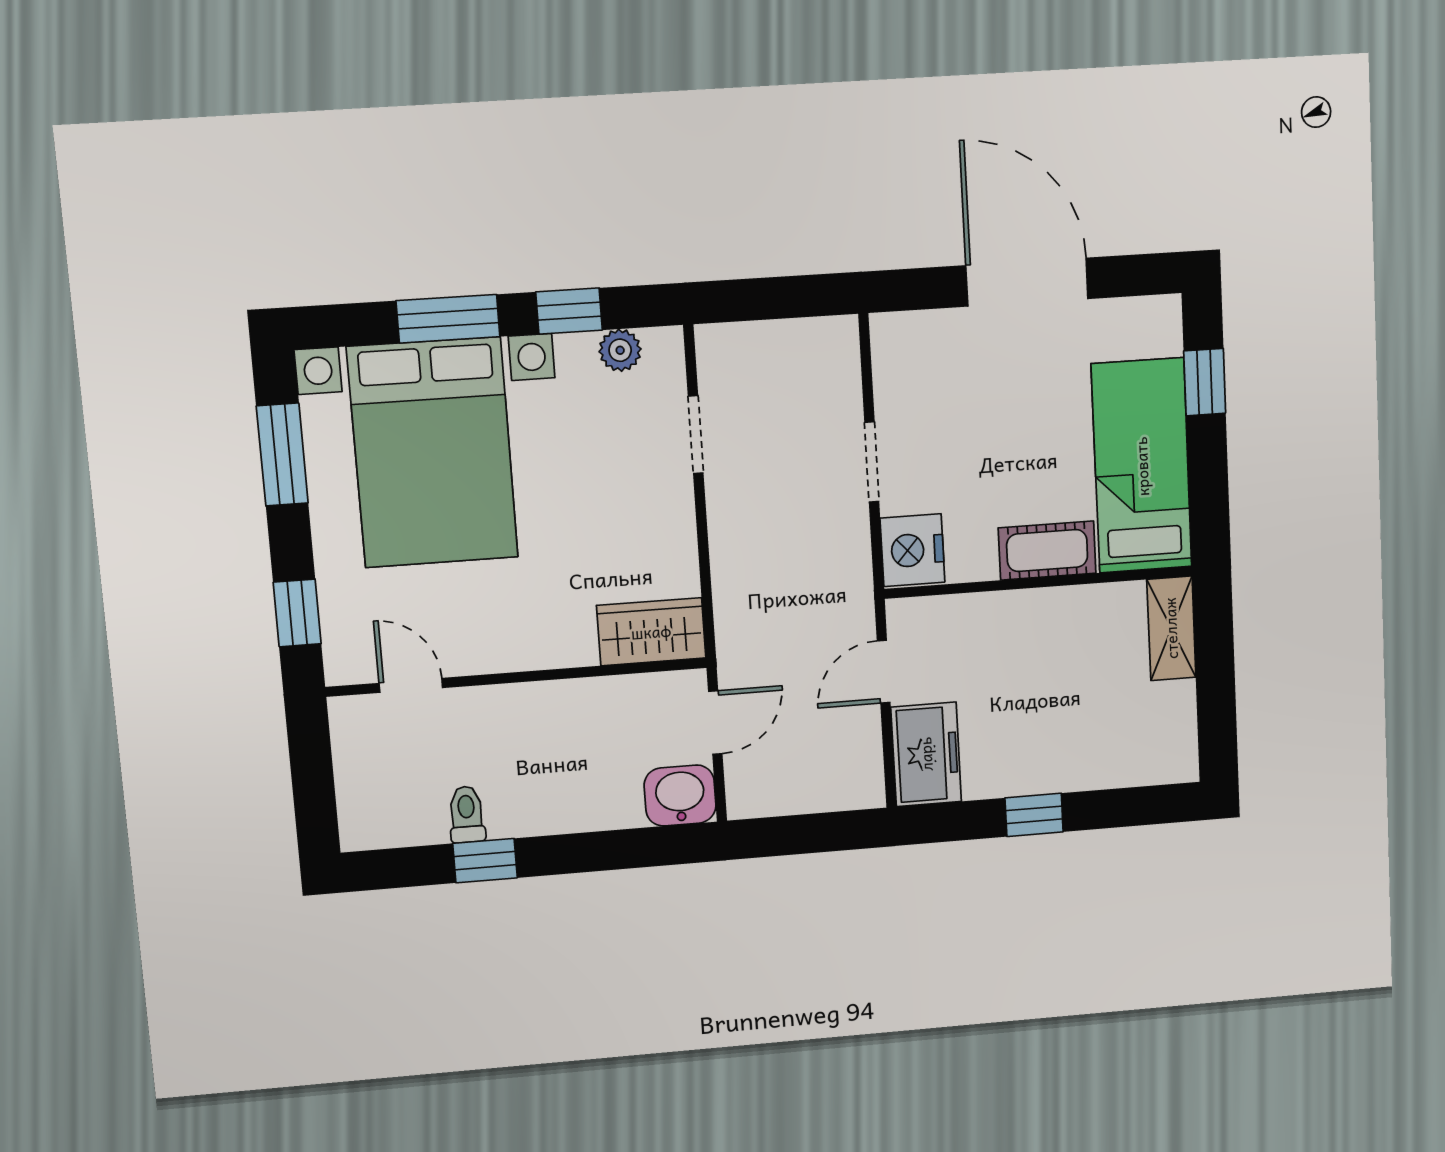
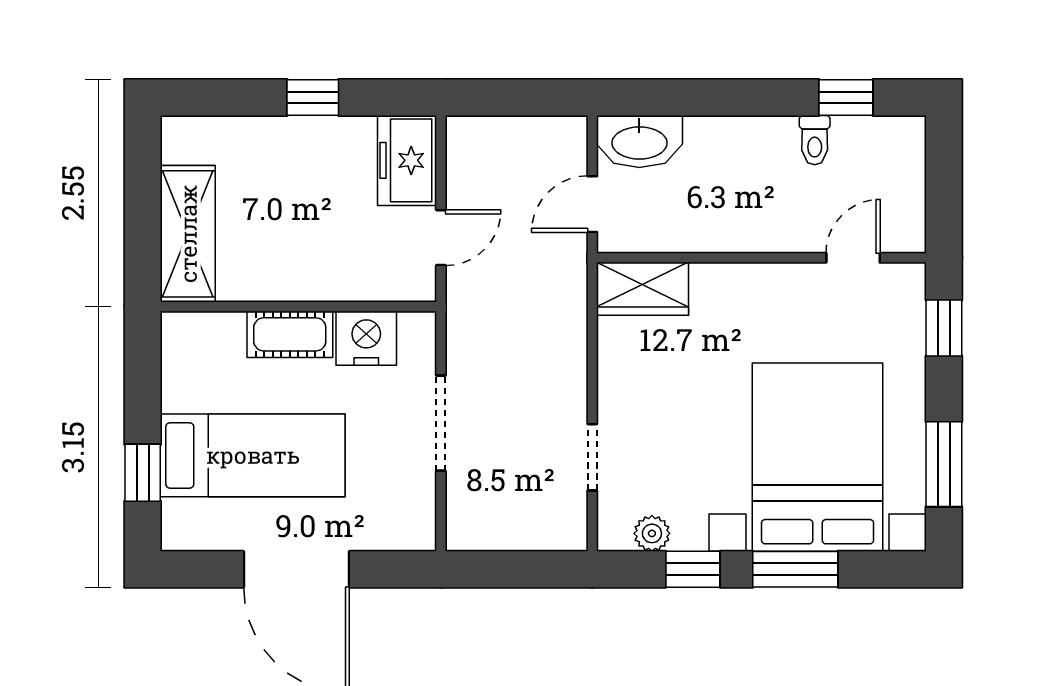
doorway: (872, 462) -> (441, 423), width x1.38
bed: (1142, 466) -> (253, 455), moved, turned -90
nightstand: (913, 550) -> (366, 338), moved, turned -90
shelving: (1171, 628) -> (188, 234), width x1.50, depth x1.33
door: (411, 685) -> (853, 258), swing flipped
washbasin: (680, 795) -> (639, 141), width x1.38
window: (485, 861) -> (846, 97), moved

